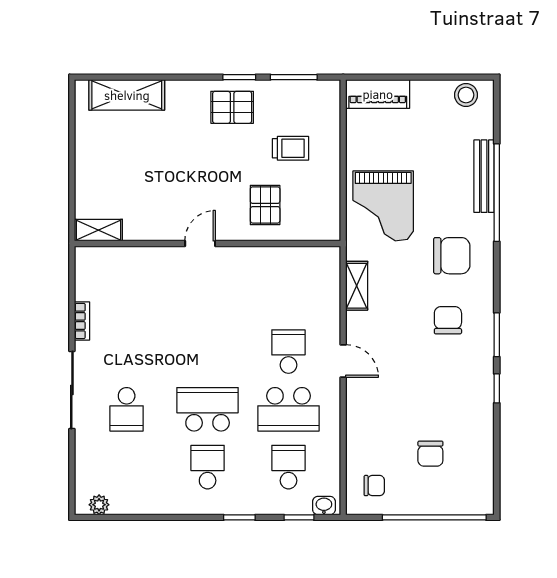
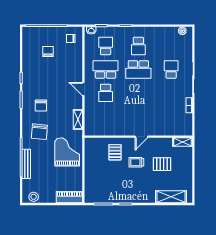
pallet: (232, 107) -> (162, 164), moved
trolley: (290, 148) -> (136, 162), moved
chair: (452, 256) -> (39, 132), turned -85
school desk: (288, 467) -> (106, 46), turned 180

